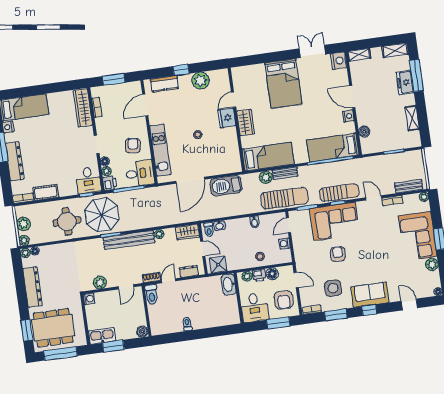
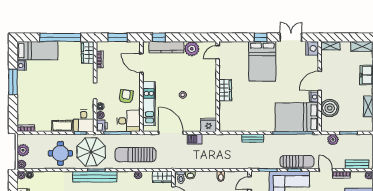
window: (278, 56) -> (261, 37), added
window: (181, 70) -> (159, 37), moved
kitchen counter: (165, 84) -> (166, 47), width x1.50
window: (48, 89) -> (60, 37), added
door: (352, 97) -> (320, 81), hinge flipped
door: (234, 100) -> (218, 52), moved
door: (145, 105) -> (141, 63), hinge flipped
wardrobe: (83, 108) -> (88, 53), width x0.67
fridge: (227, 118) -> (209, 125), moved, turned 90
boiler: (364, 132) -> (330, 108), width x1.86, depth x1.86
bed: (333, 147) -> (297, 117), width x1.50
bed: (268, 157) -> (240, 122), removed
dresser: (15, 161) -> (23, 96), removed
plant: (266, 177) -> (333, 140), moved
door: (190, 180) -> (171, 133), swing flipped
barbecue: (226, 186) -> (195, 139), width x0.53, depth x0.65
cot: (46, 192) -> (62, 126), moved
sun lounger: (285, 198) -> (135, 155), moved, turned 180
bench: (129, 240) -> (95, 177), moved

